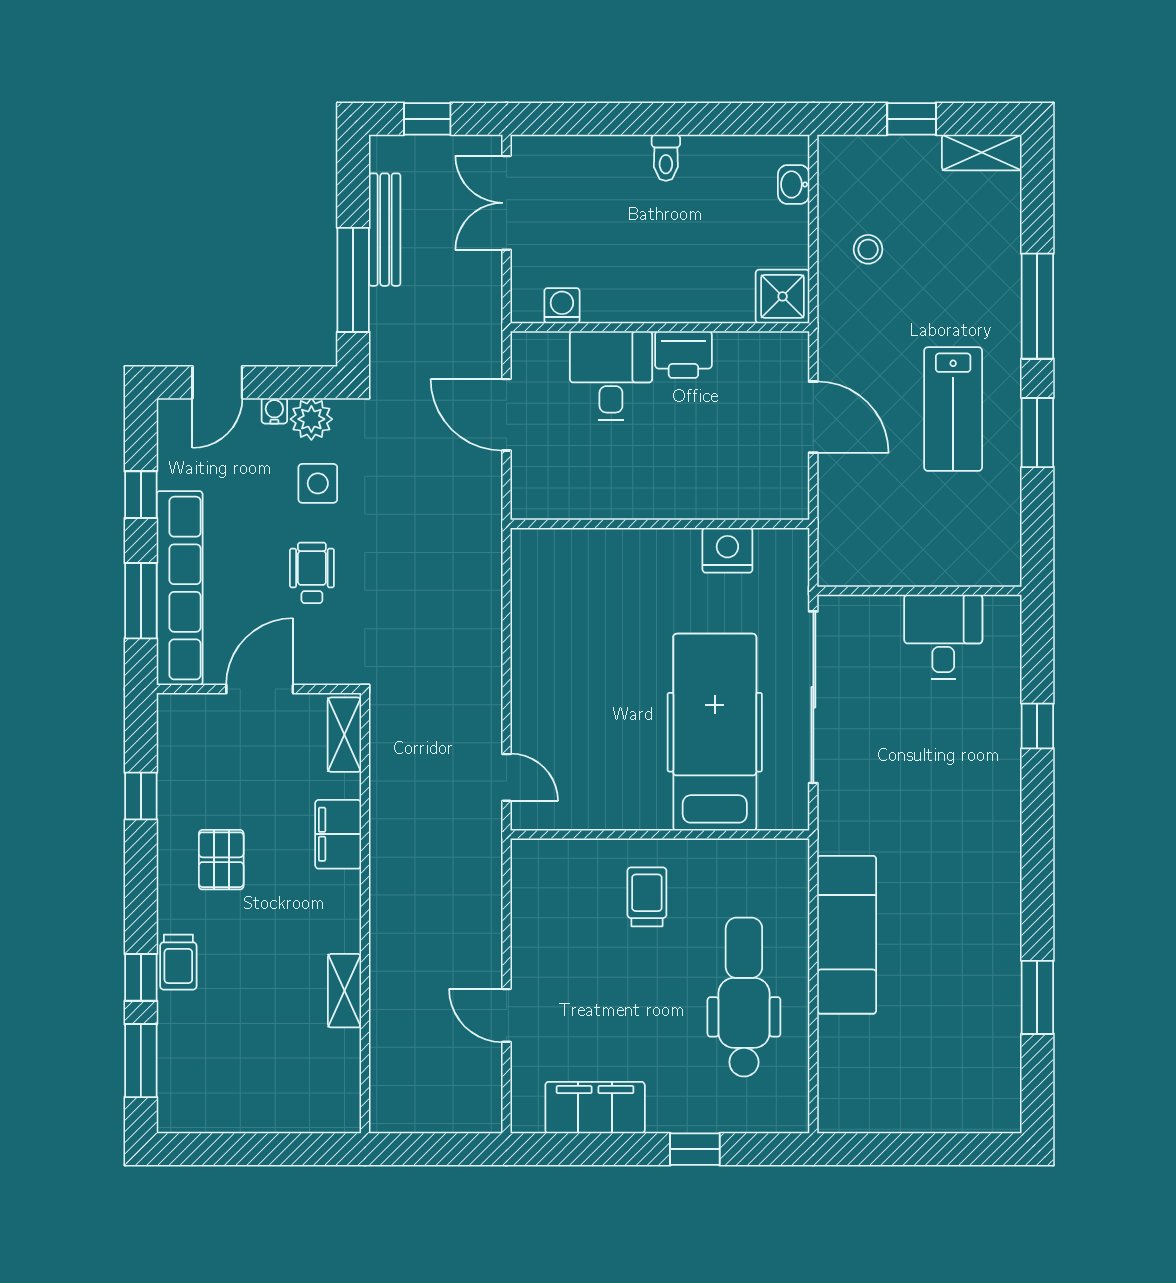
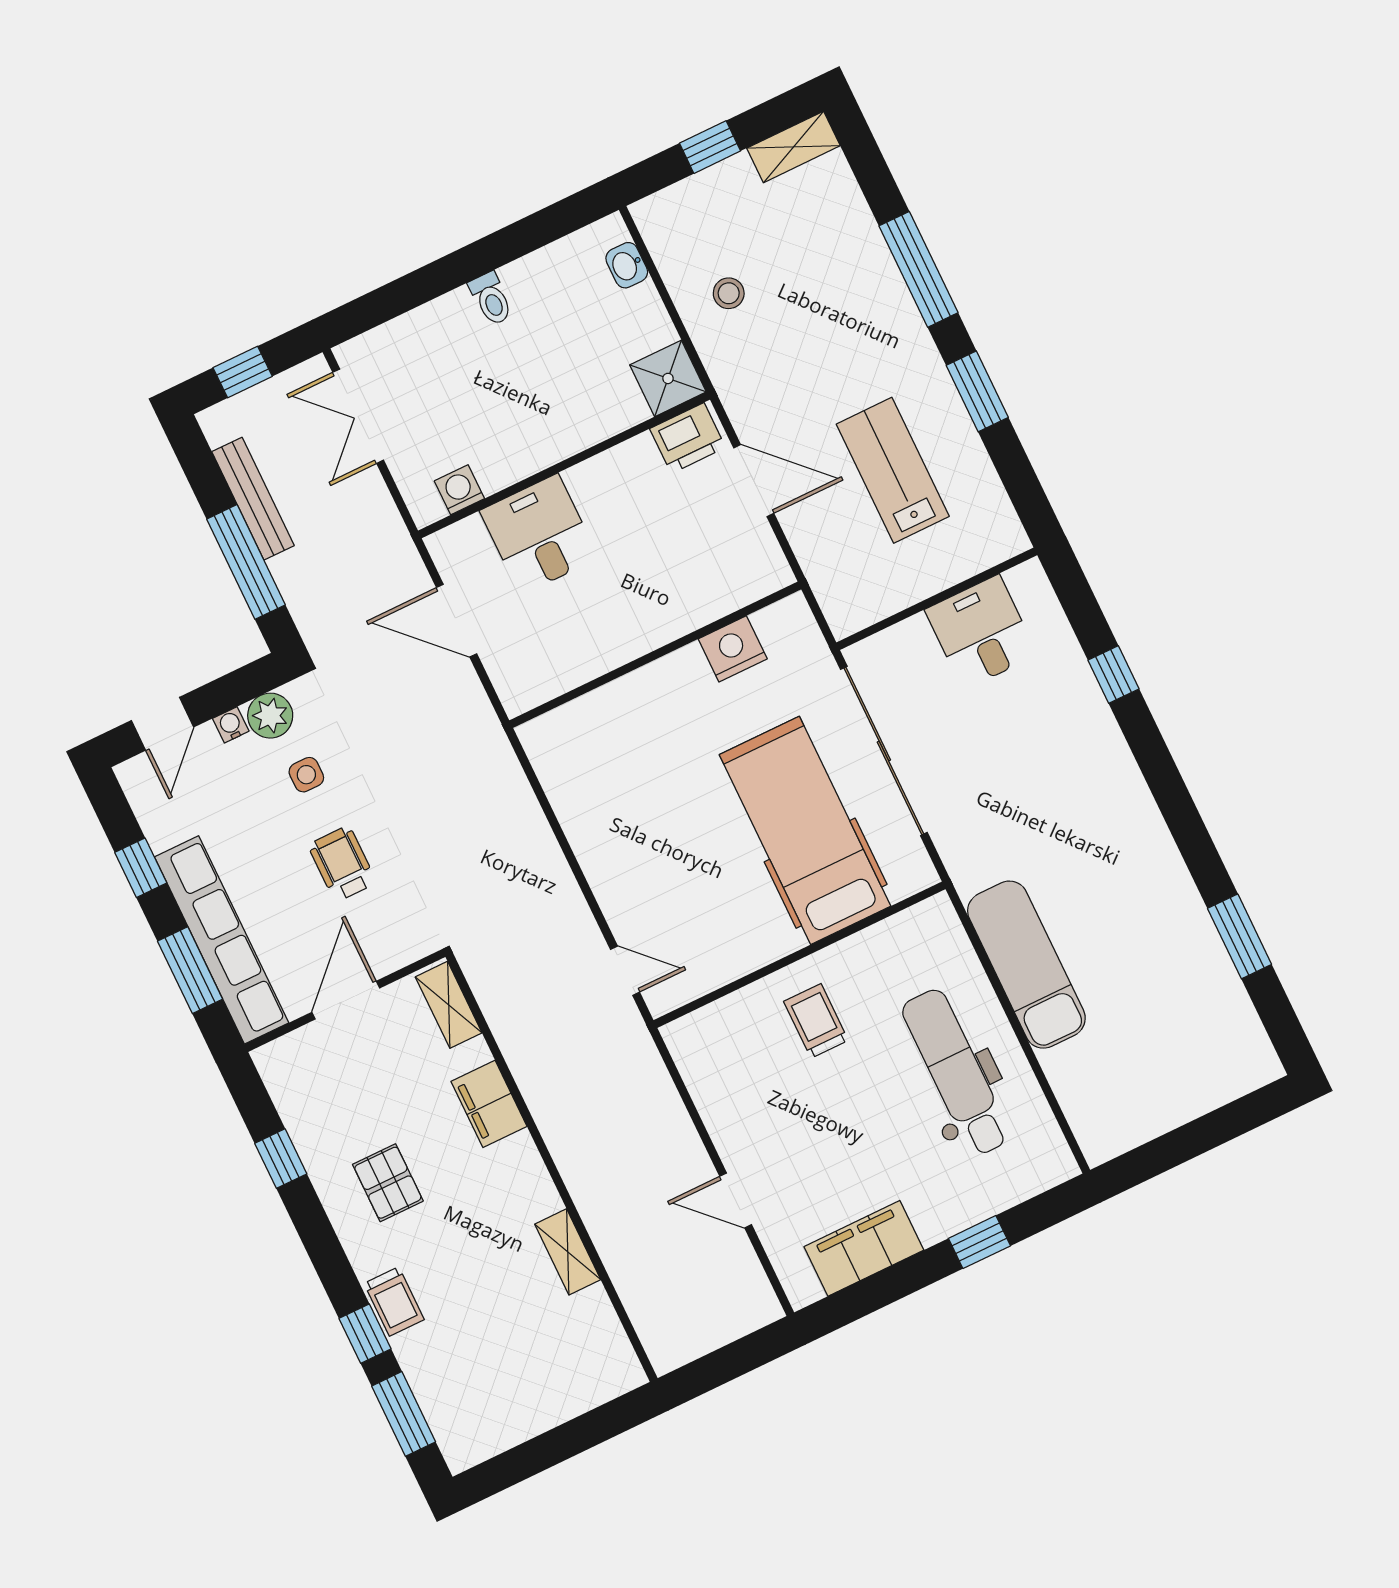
printer: (683, 355) -> (688, 438), moved
lab bench: (953, 409) -> (893, 470), moved, turned 180
side table: (318, 483) -> (306, 775), width x0.73, depth x0.73

